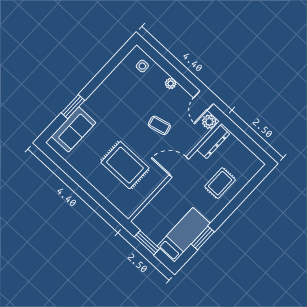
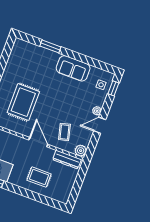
window: (153, 53) -> (113, 88), added
door: (203, 101) -> (100, 125), moved
coffee table: (159, 125) -> (64, 132), moved
sofa: (74, 129) -> (73, 68), moved

